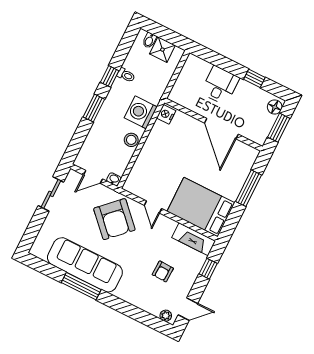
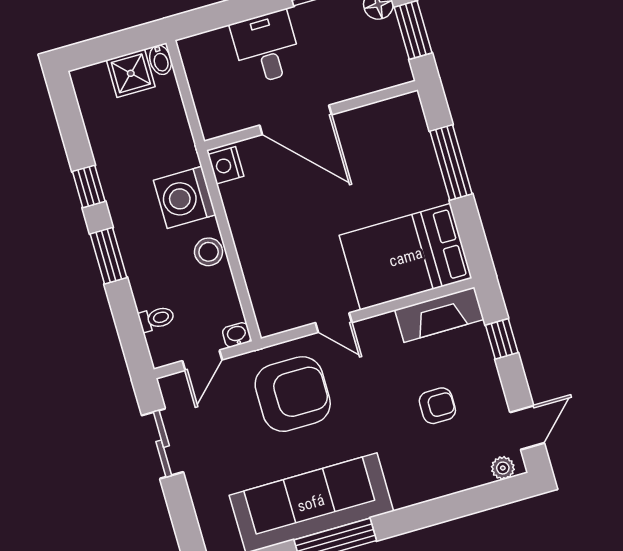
bidet: (149, 40) -> (160, 60), moved
toilet: (126, 75) -> (156, 319), moved
door: (221, 129) -> (296, 120), moved
armchair: (114, 219) -> (293, 394), turned -46
armchair: (163, 271) -> (437, 406), turned -92

